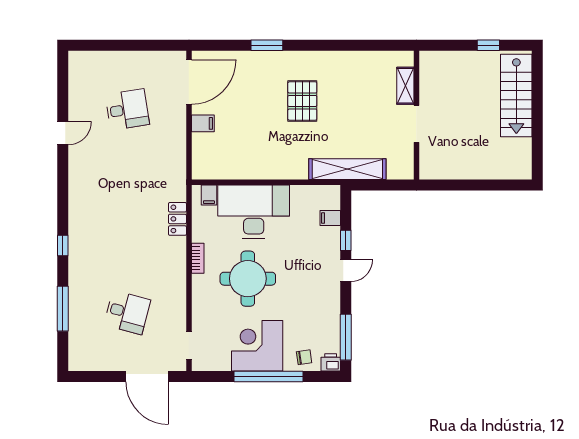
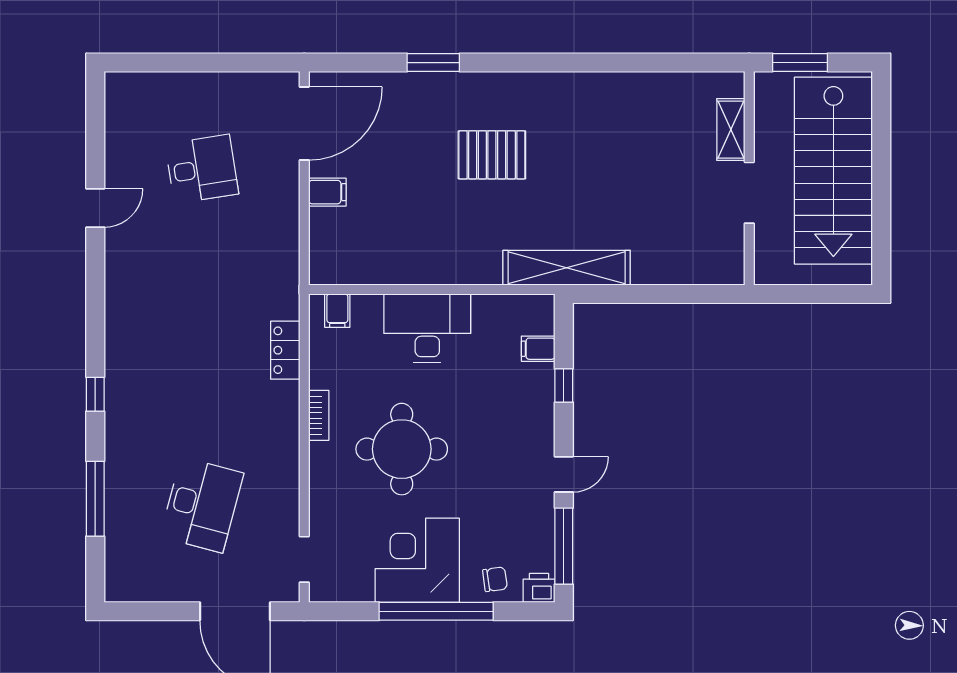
window: (488, 45) -> (800, 63), width x1.50
shelving: (405, 86) -> (731, 130), moved
stairs: (516, 95) -> (833, 171), width x1.36, depth x1.51
pallet: (302, 101) -> (492, 155), turned 90
wall: (416, 115) -> (749, 178), moved
doorway: (416, 124) -> (749, 193), moved
desk: (254, 212) -> (427, 328), width x0.73, depth x0.77
door: (346, 271) -> (564, 474), moved
desk: (127, 312) -> (202, 505), width x1.37

